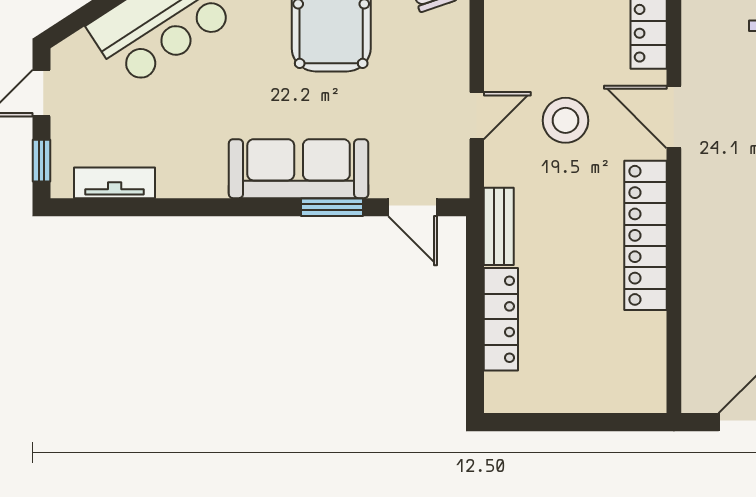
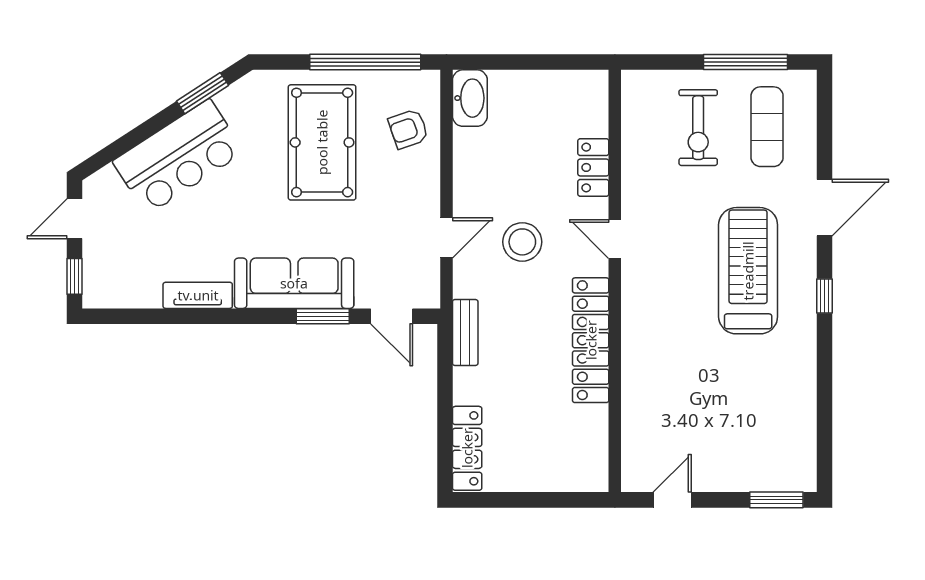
door: (674, 117) -> (615, 239), width x0.73
tv unit: (115, 183) -> (198, 295), moved
locker: (501, 319) -> (467, 448), moved

